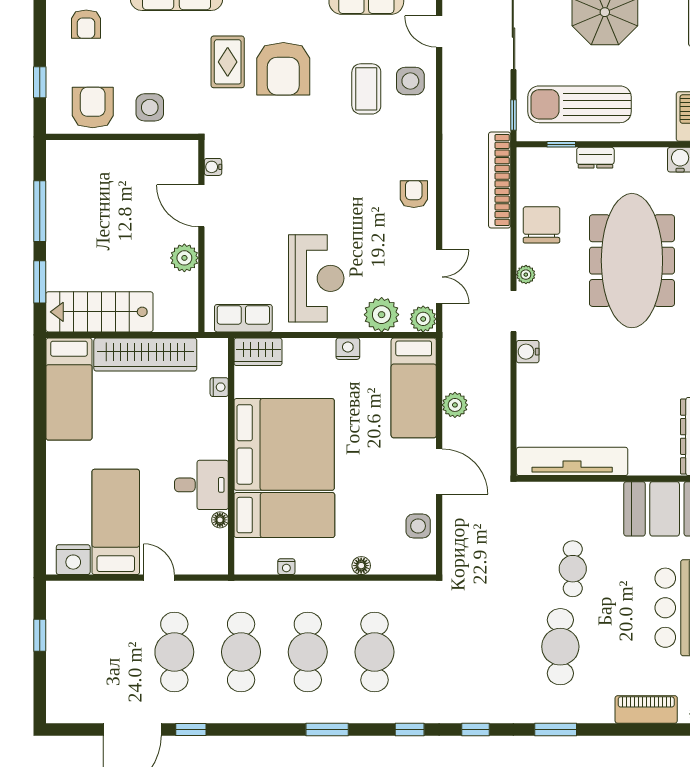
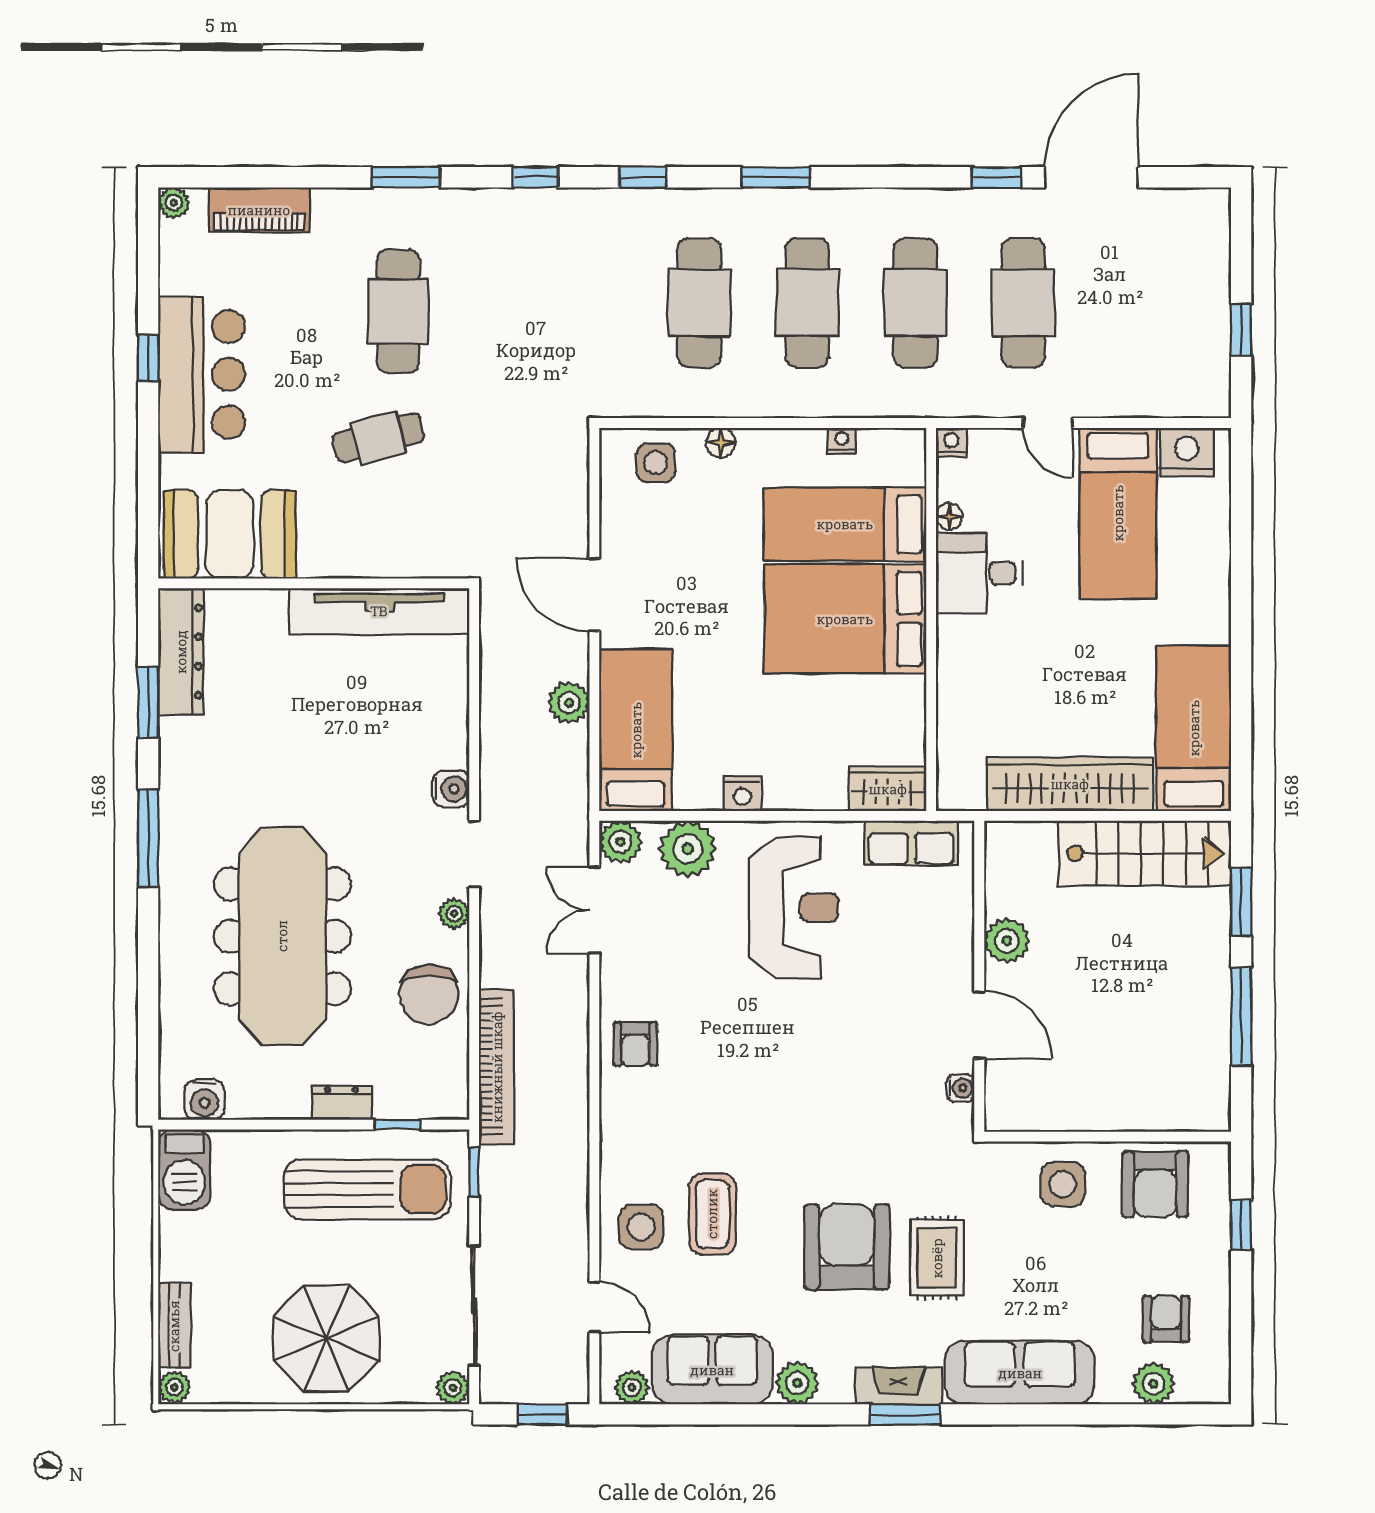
reception desk: (316, 278) -> (793, 907), turned 180
nightstand: (219, 387) -> (951, 442), moved, turned 90
bed: (284, 444) -> (845, 619), width x0.73
side table: (418, 526) -> (656, 463), moved
cafe table: (573, 569) -> (378, 438), turned 75

